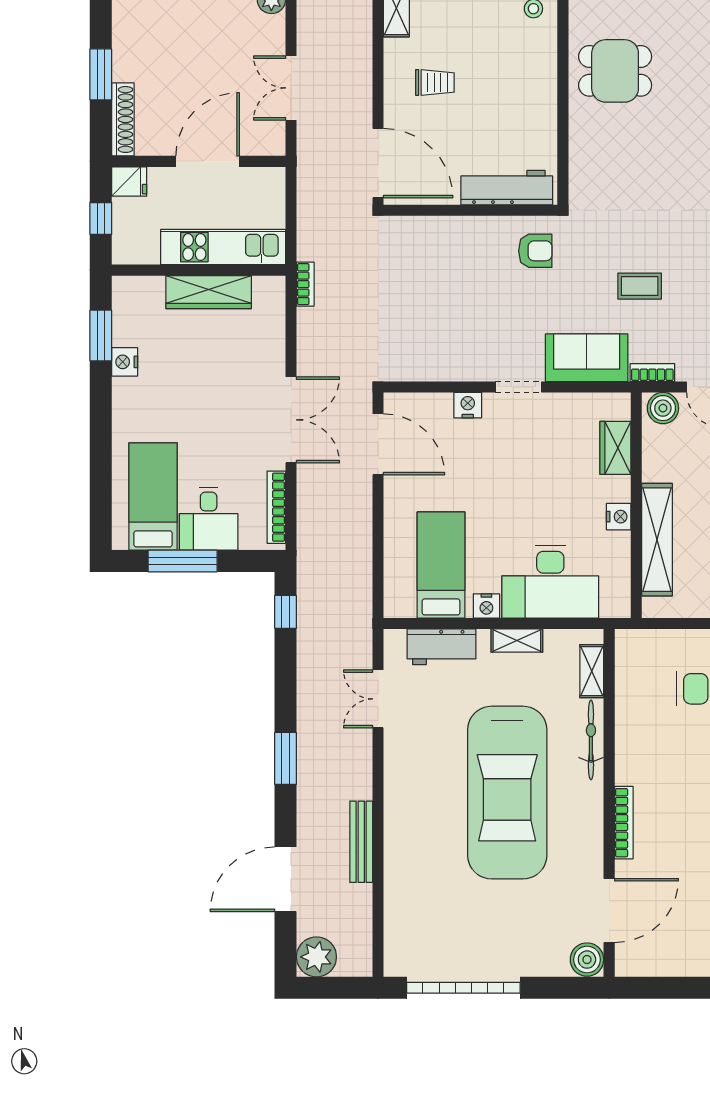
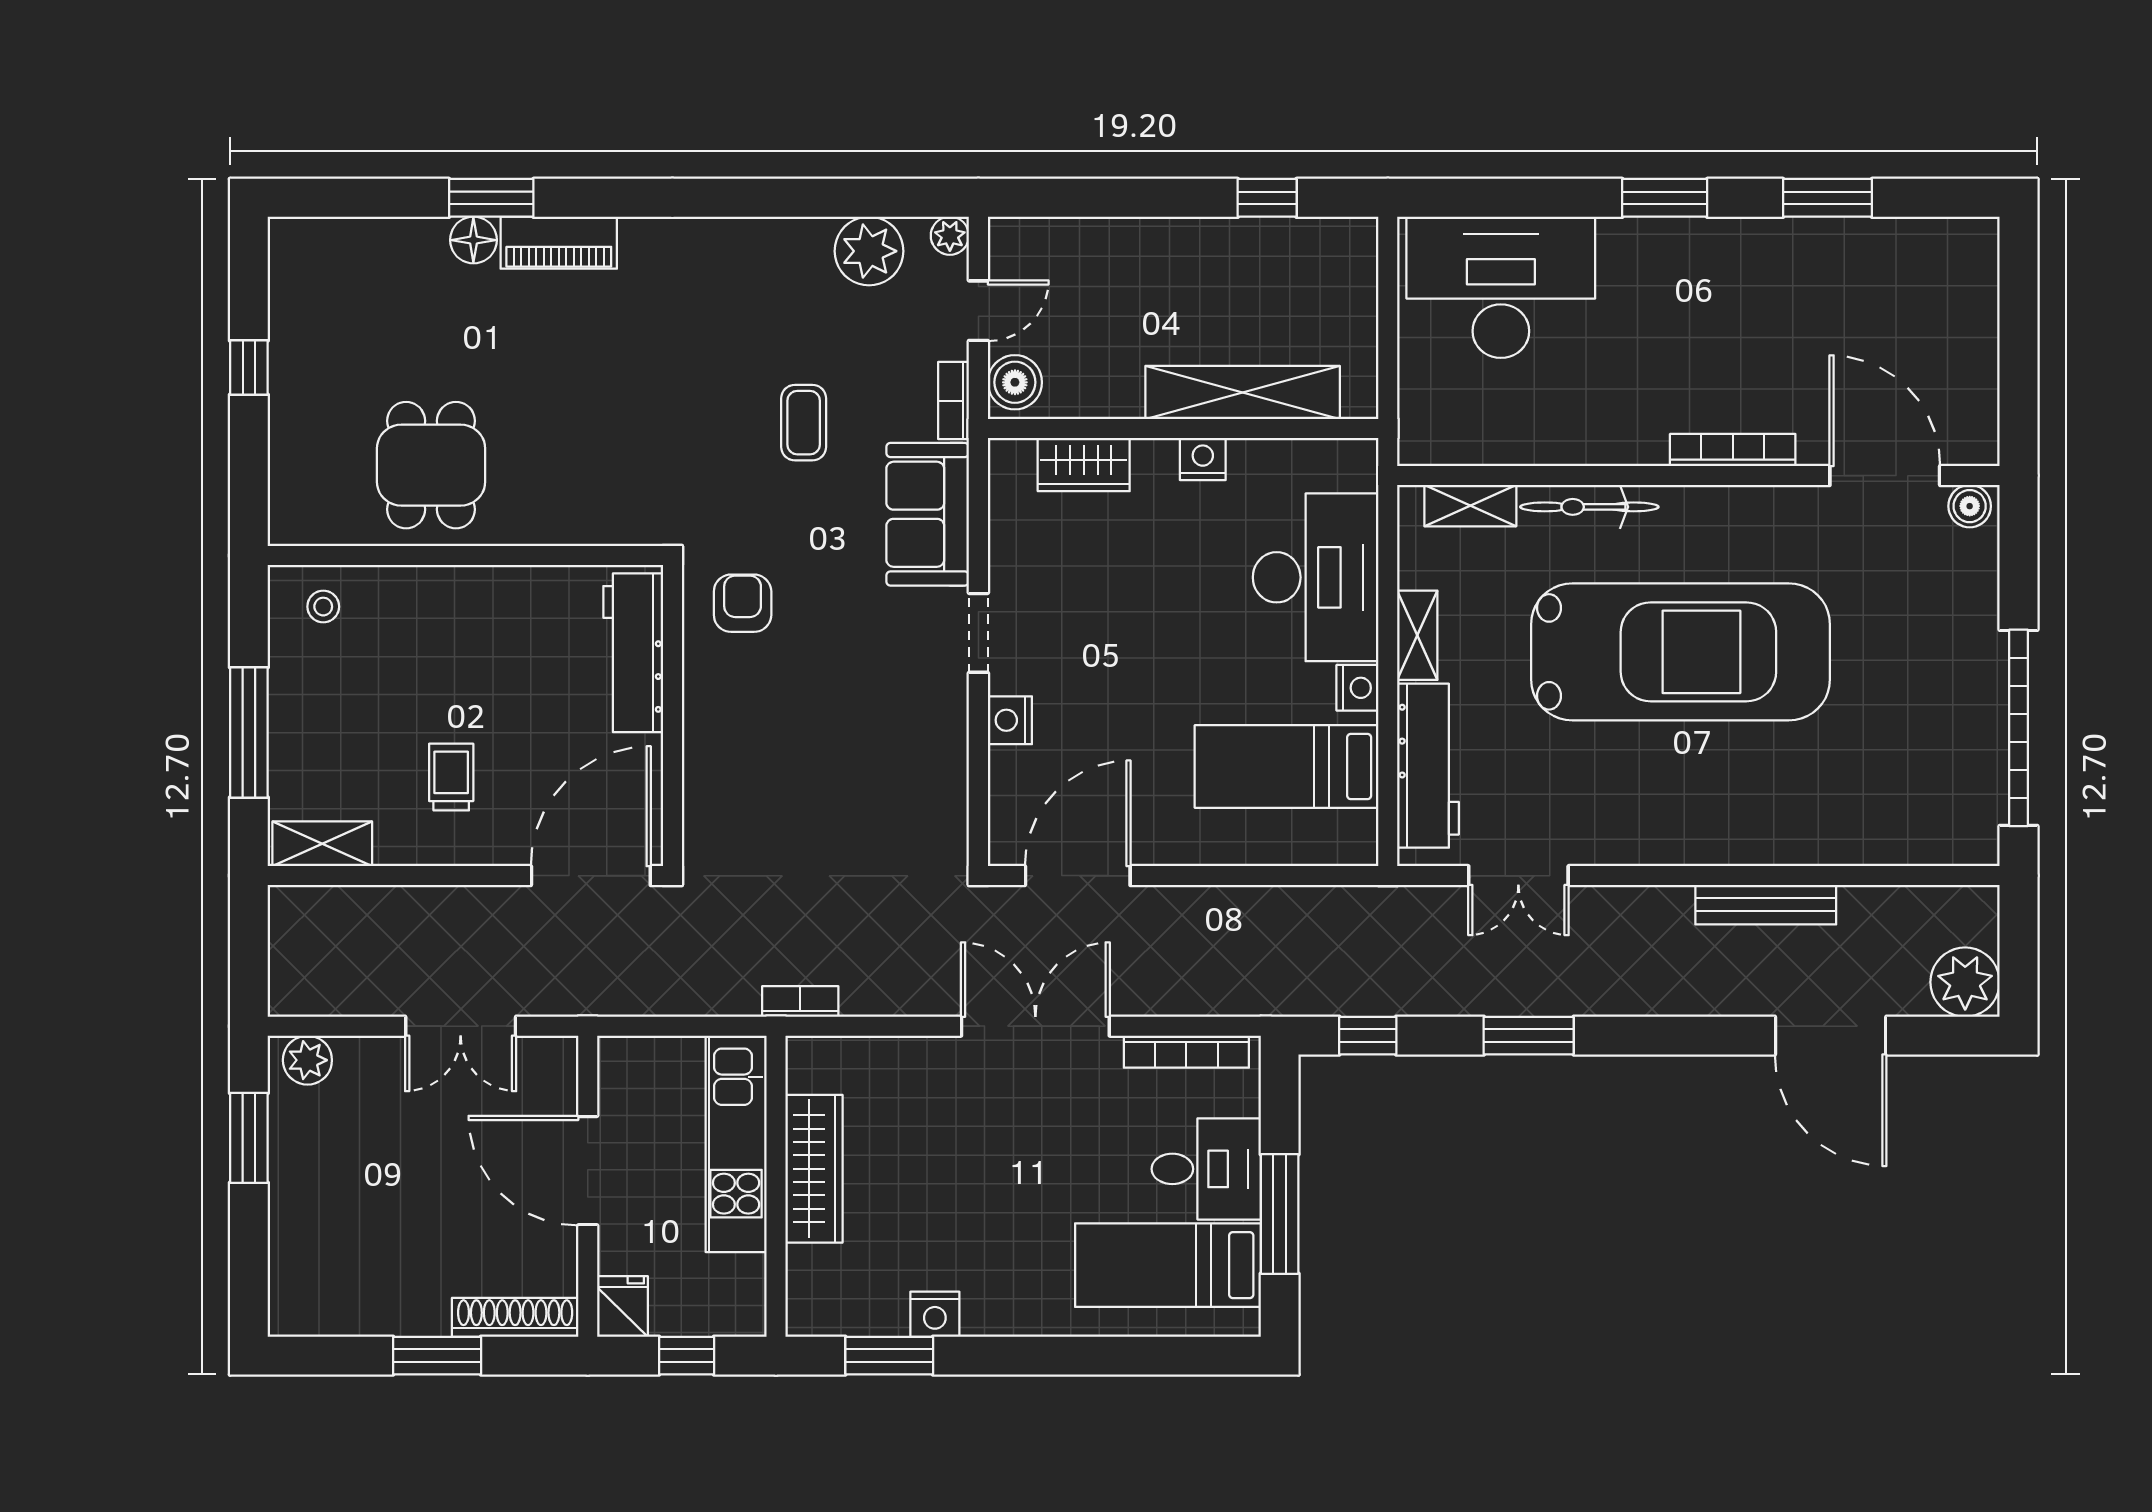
workbench: (441, 647) -> (1428, 766), width x1.38
window: (286, 758) -> (1529, 1036), moved
boiler: (587, 960) -> (1970, 506), width x0.73, depth x0.73

